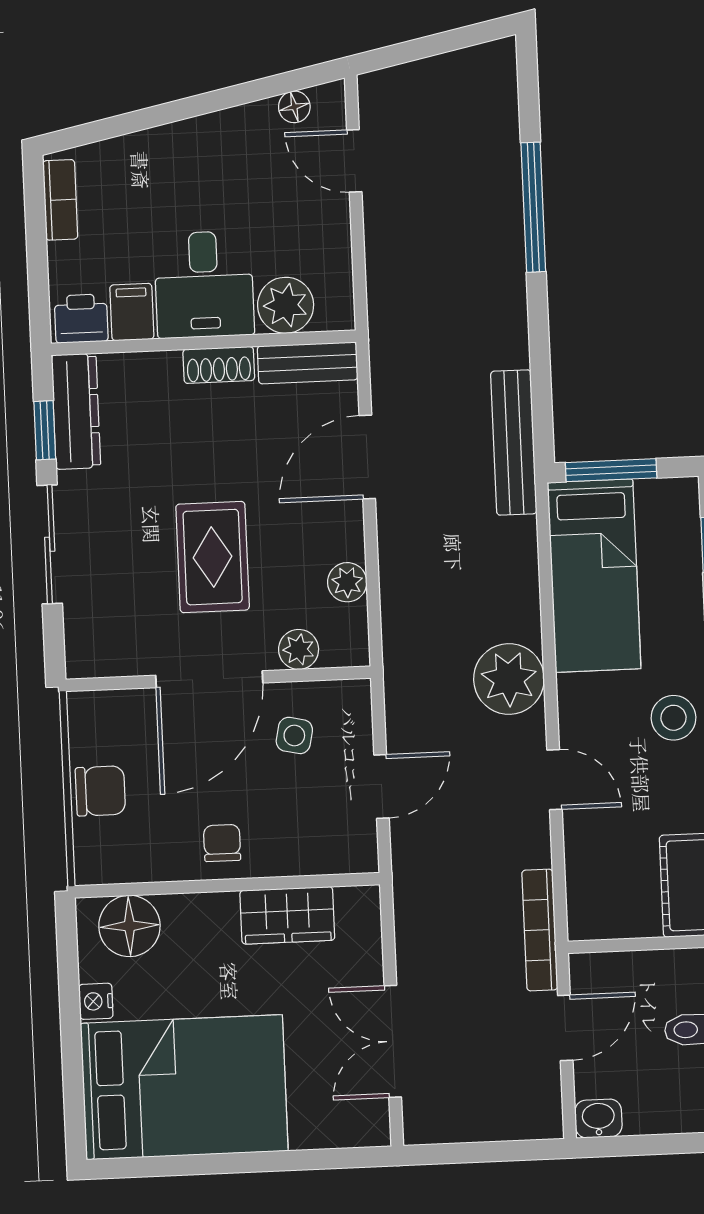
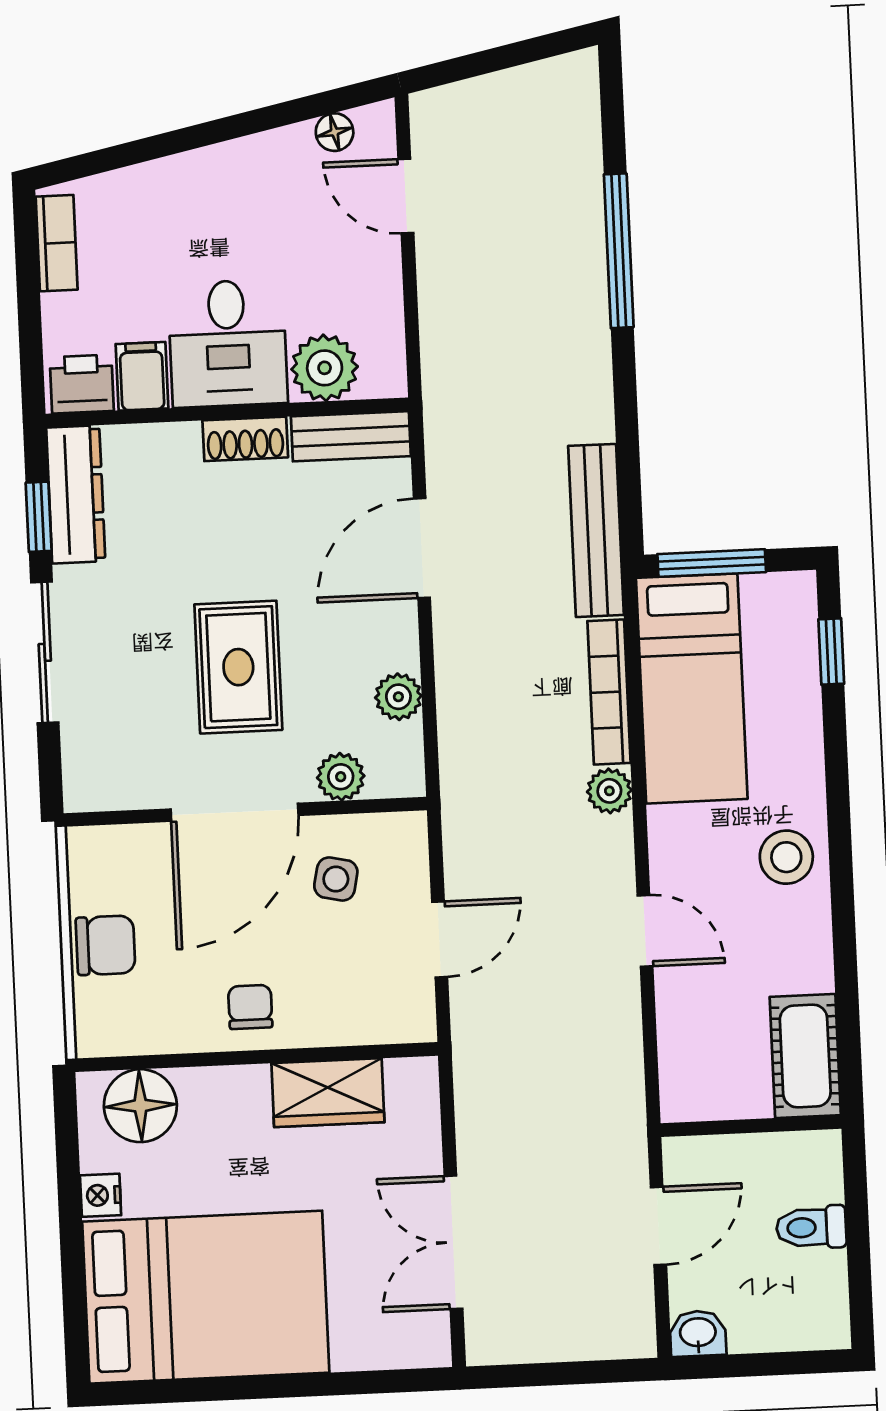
plant: (509, 679) -> (609, 791), width x0.53, depth x0.53
bookcase: (540, 930) -> (609, 692), moved

